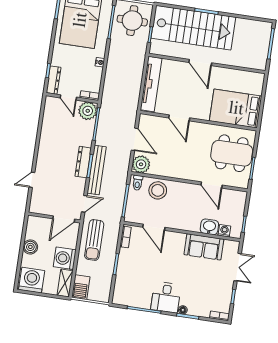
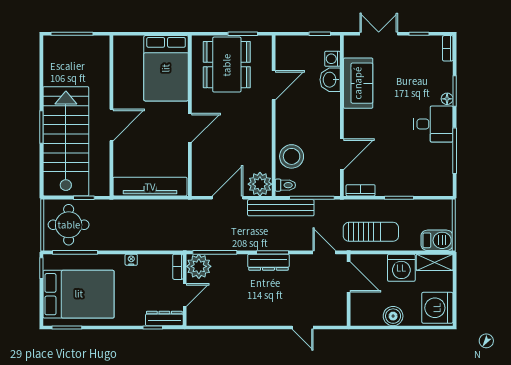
door: (179, 118) -> (190, 128), moved
bench: (97, 170) -> (281, 208), moved

